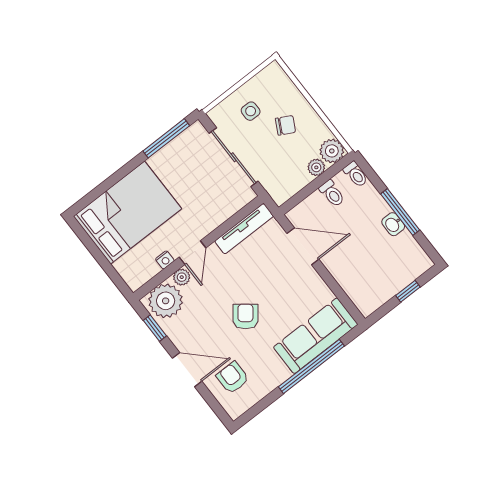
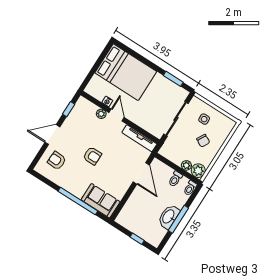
window: (166, 138) -> (173, 79), width x0.69
washbasin: (393, 224) -> (169, 217), width x1.91, depth x1.45
door: (193, 253) -> (117, 115), swing flipped
plant: (166, 301) -> (85, 110), removed
armchair: (245, 316) -> (92, 156), turned 52
sofa: (316, 336) -> (101, 201), width x0.73
door: (187, 370) -> (52, 135), swing flipped
armchair: (233, 378) -> (57, 161), turned -87

